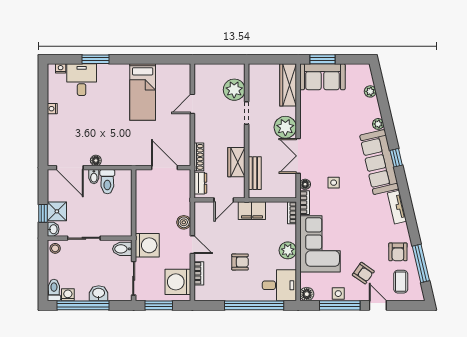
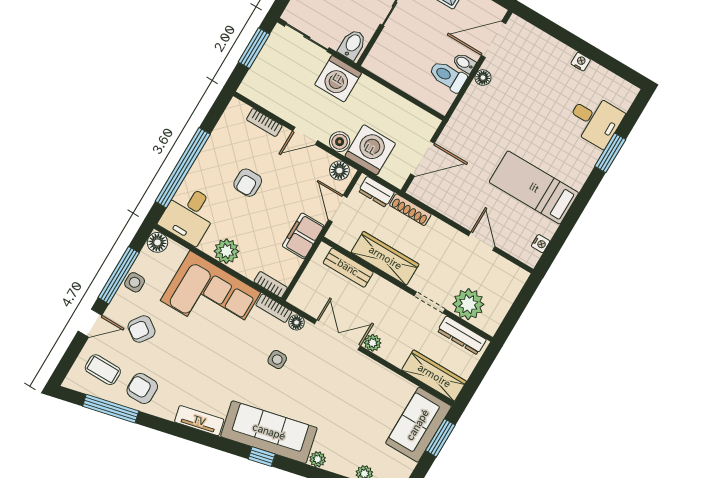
nightstand: (61, 68) -> (541, 244), moved
dresser: (255, 83) -> (462, 335), added
plant: (285, 127) -> (373, 343), width x0.53, depth x0.53
wardrobe: (236, 162) -> (385, 258), width x1.50
floor lamp: (201, 212) -> (339, 171), added
washing machine: (178, 282) -> (370, 150), moved

